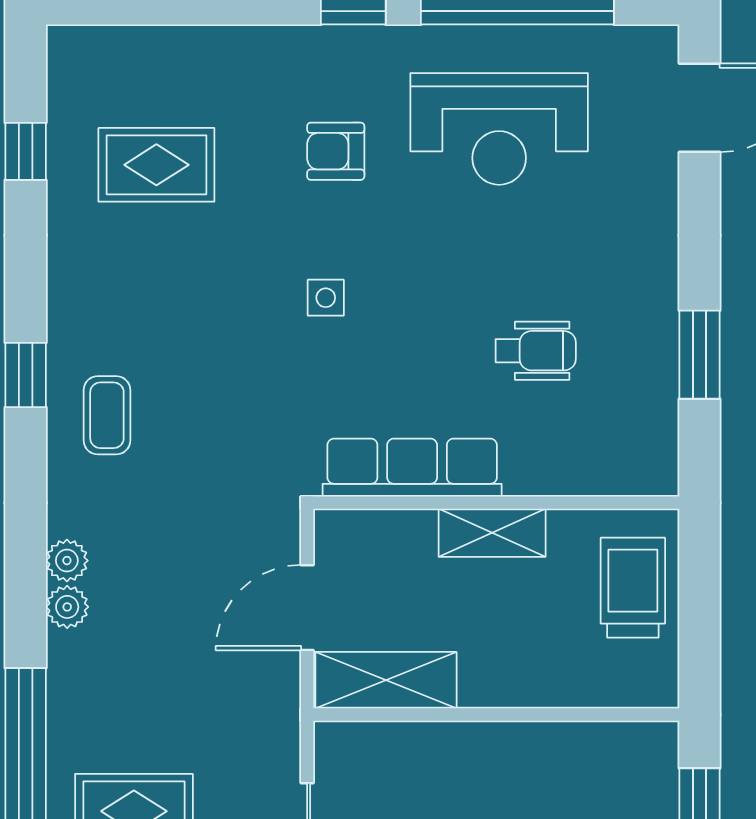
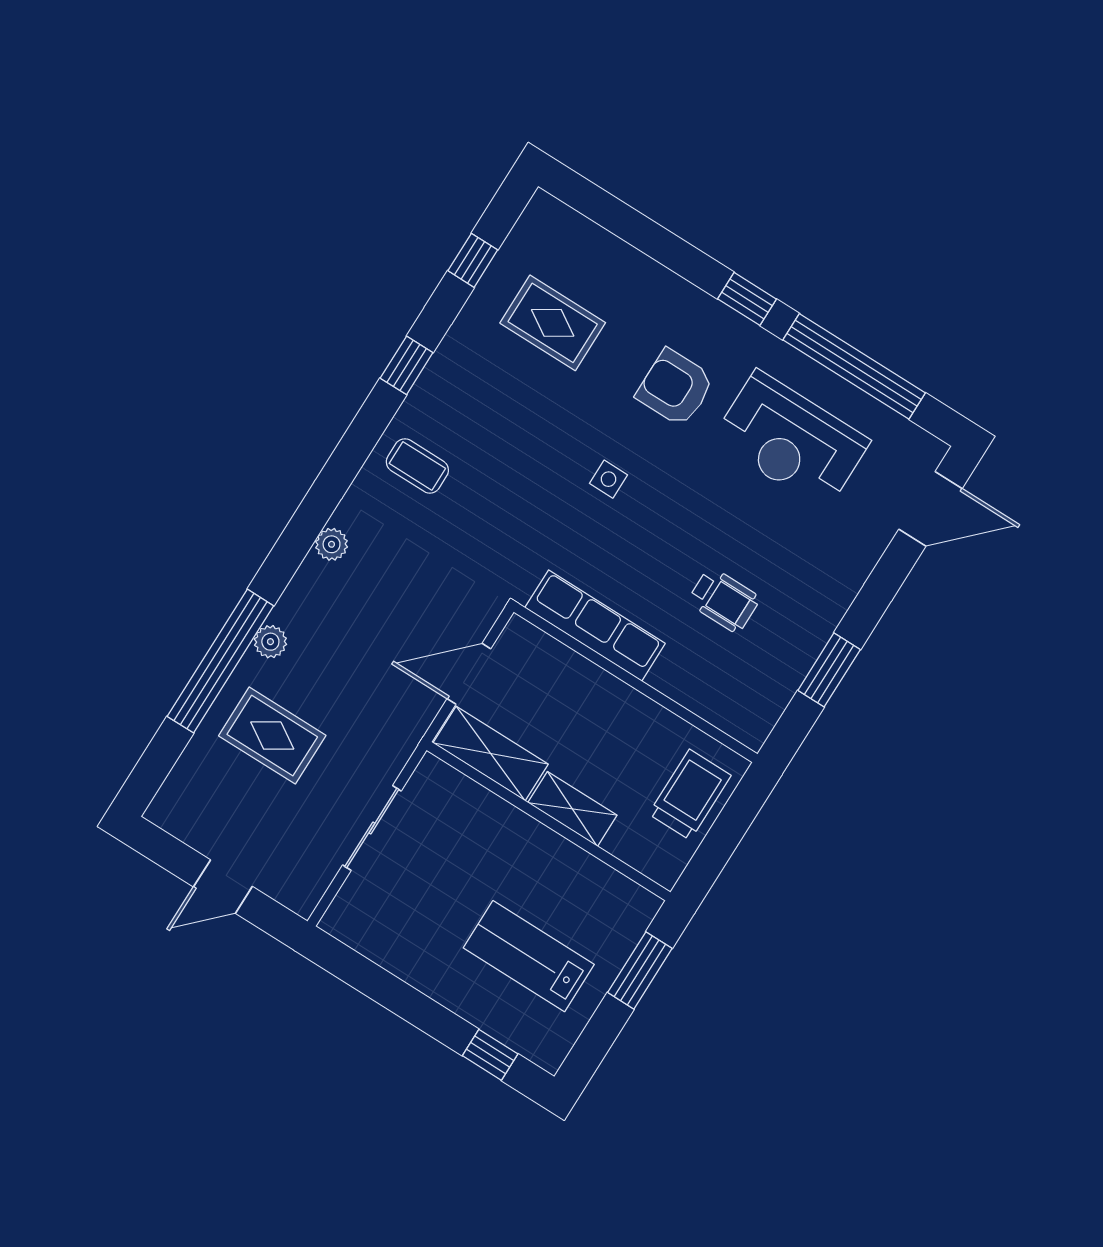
armchair: (336, 151) -> (675, 388), width x1.38, depth x1.38
window: (26, 375) -> (407, 365), moved
coffee table: (107, 415) -> (417, 466), turned 90
shelving: (492, 533) -> (572, 809), moved
plant: (67, 607) -> (270, 642), moved

